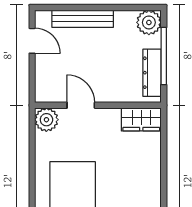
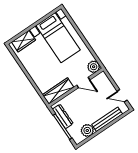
plant: (149, 22) -> (87, 130), moved
wardrobe: (141, 119) -> (58, 91), width x1.50

